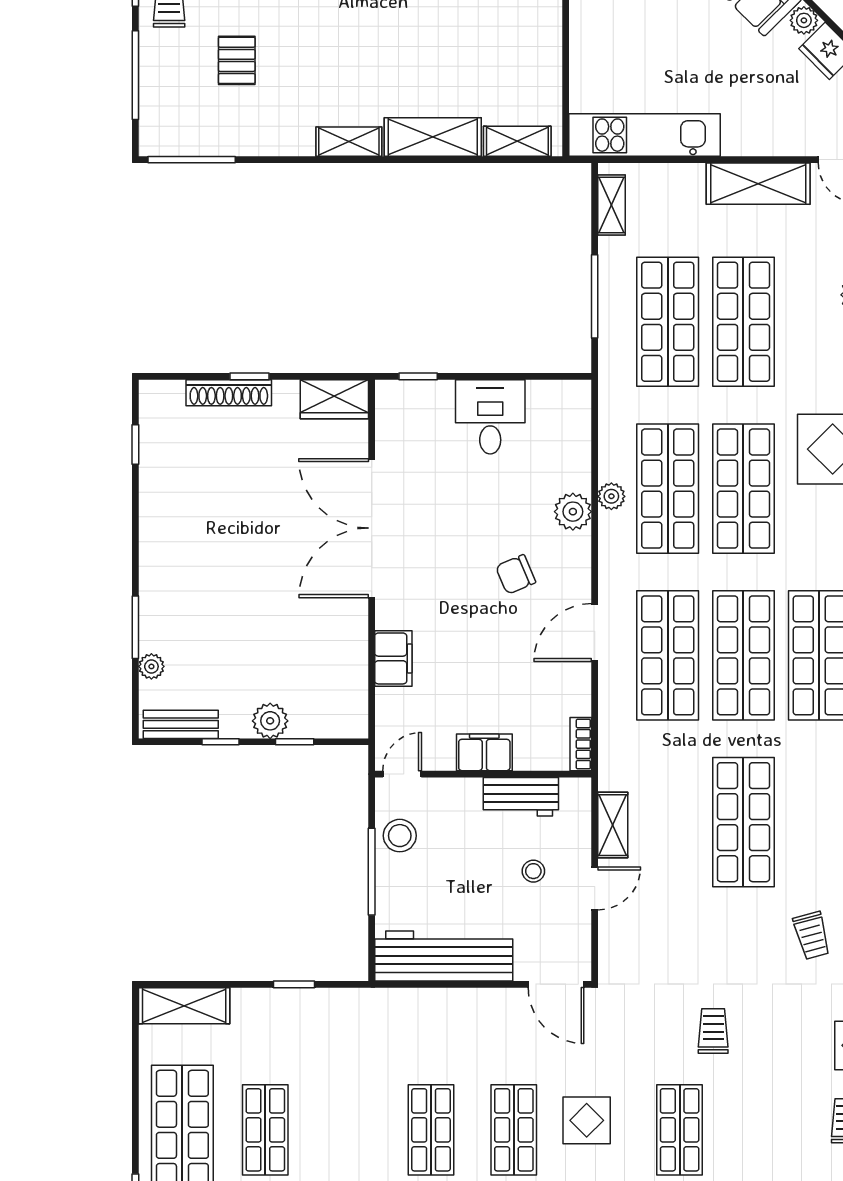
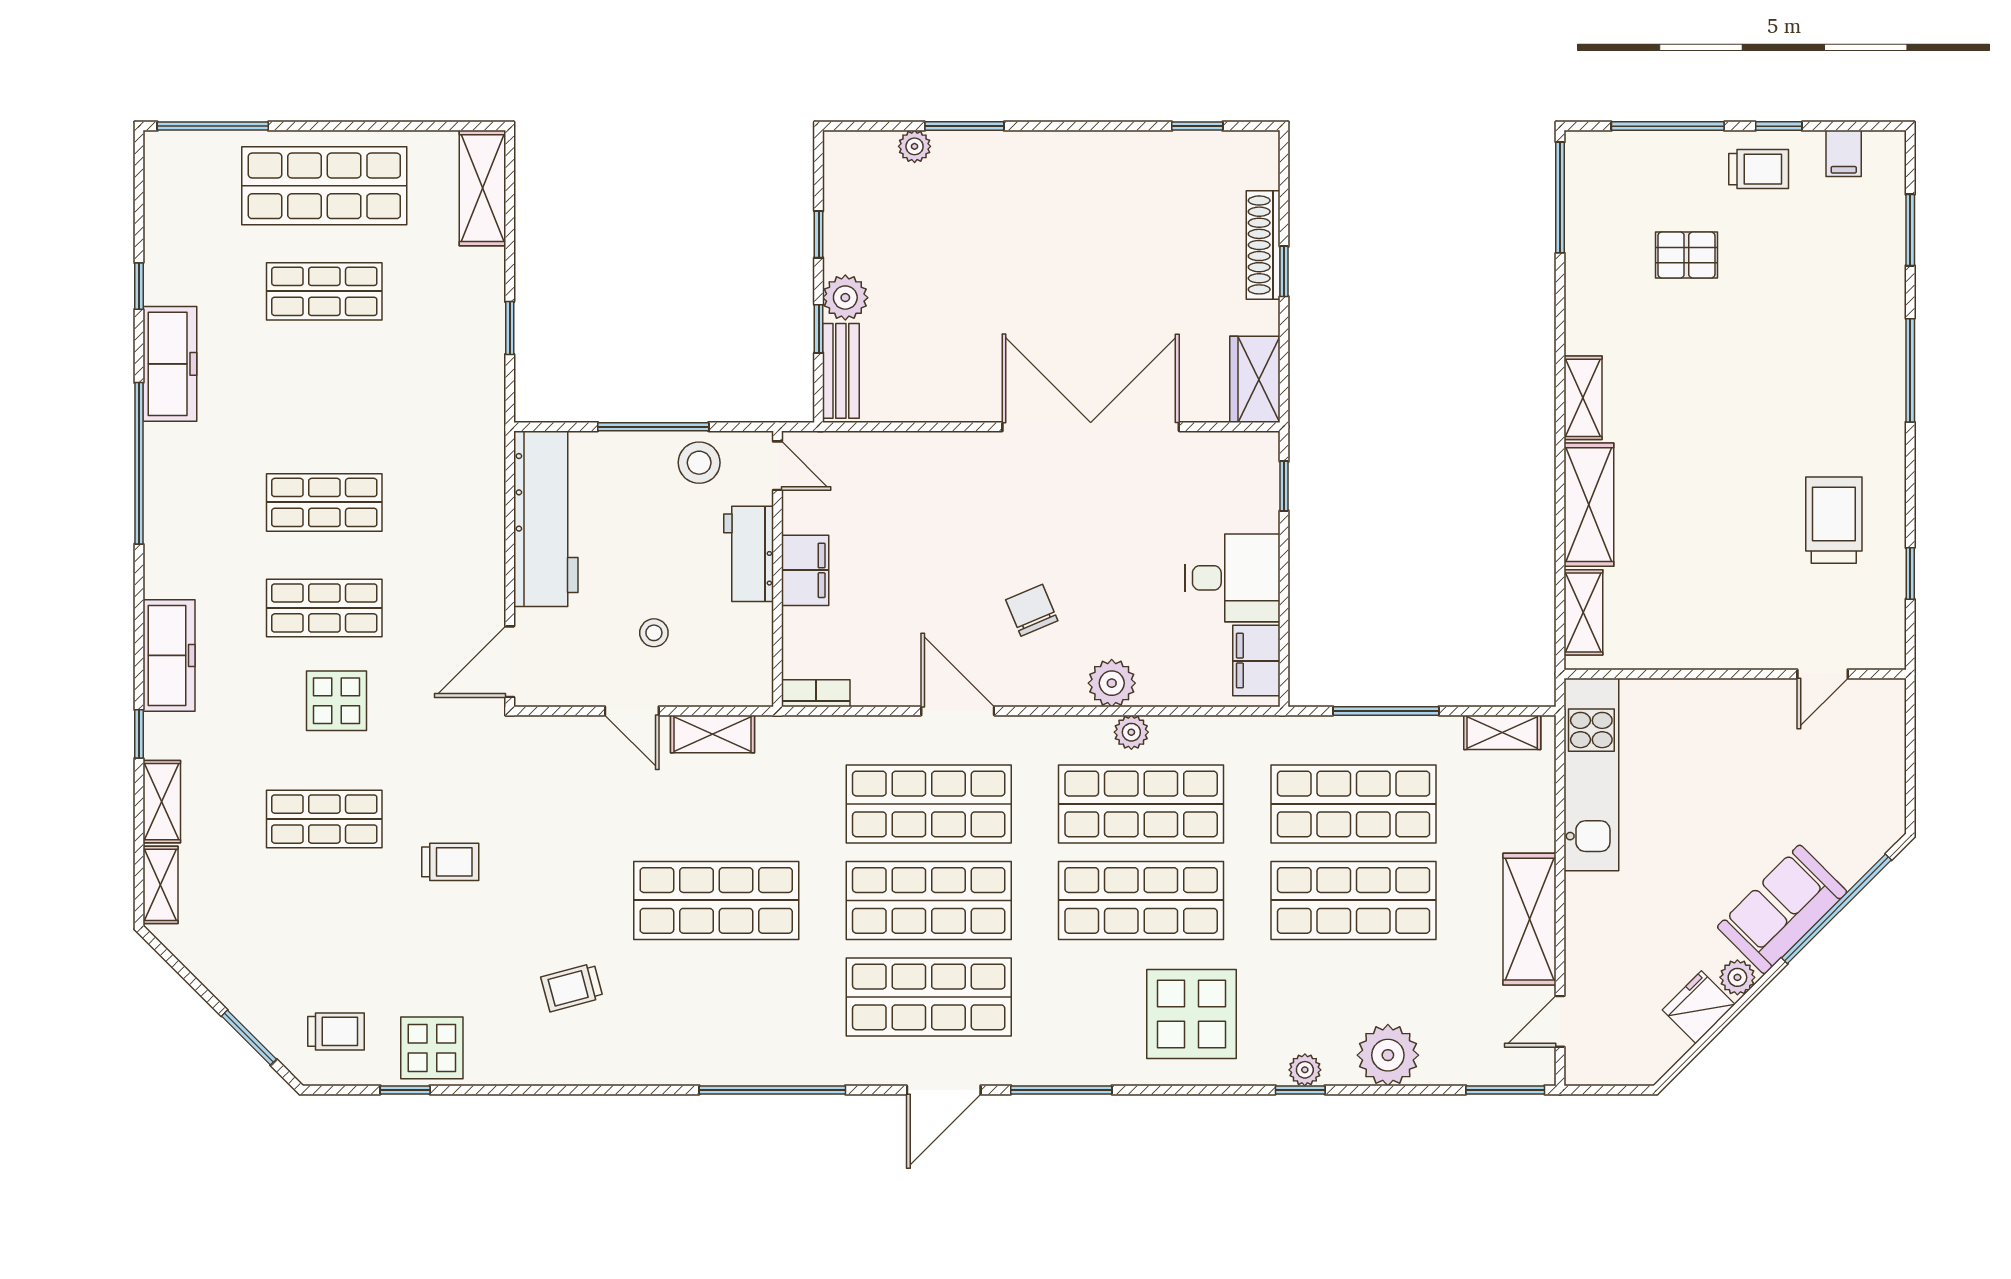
filing cabinet: (393, 658) -> (1256, 661), moved, turned 90
bench: (181, 724) -> (841, 371), moved
workbench: (521, 797) -> (749, 554), moved

